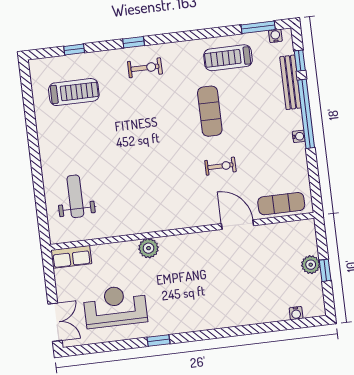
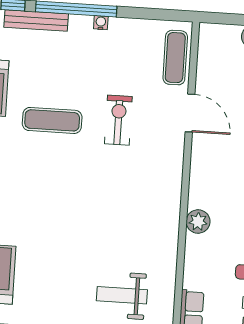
exercise bike: (220, 166) -> (118, 120), width x1.38, depth x1.39
door: (237, 225) -> (190, 113), swing flipped

